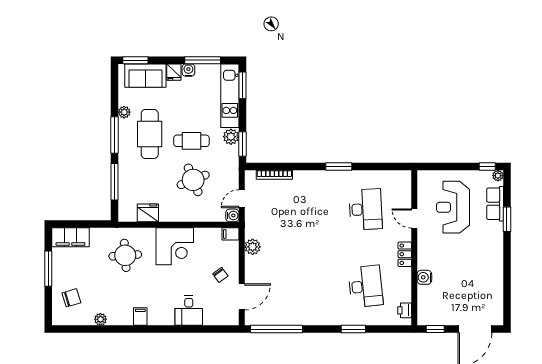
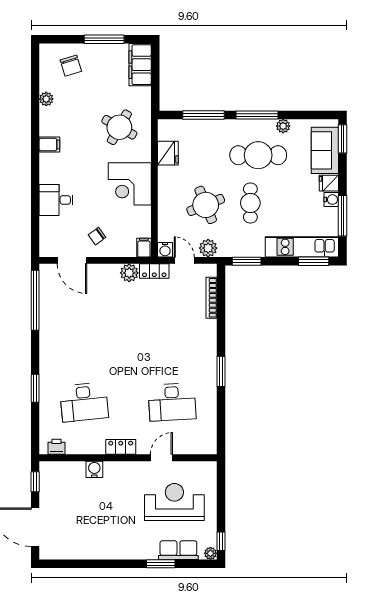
plant: (231, 137) -> (208, 248), moved
locker: (251, 225) -> (154, 271), added
round table: (125, 255) -> (119, 127), turned 33

